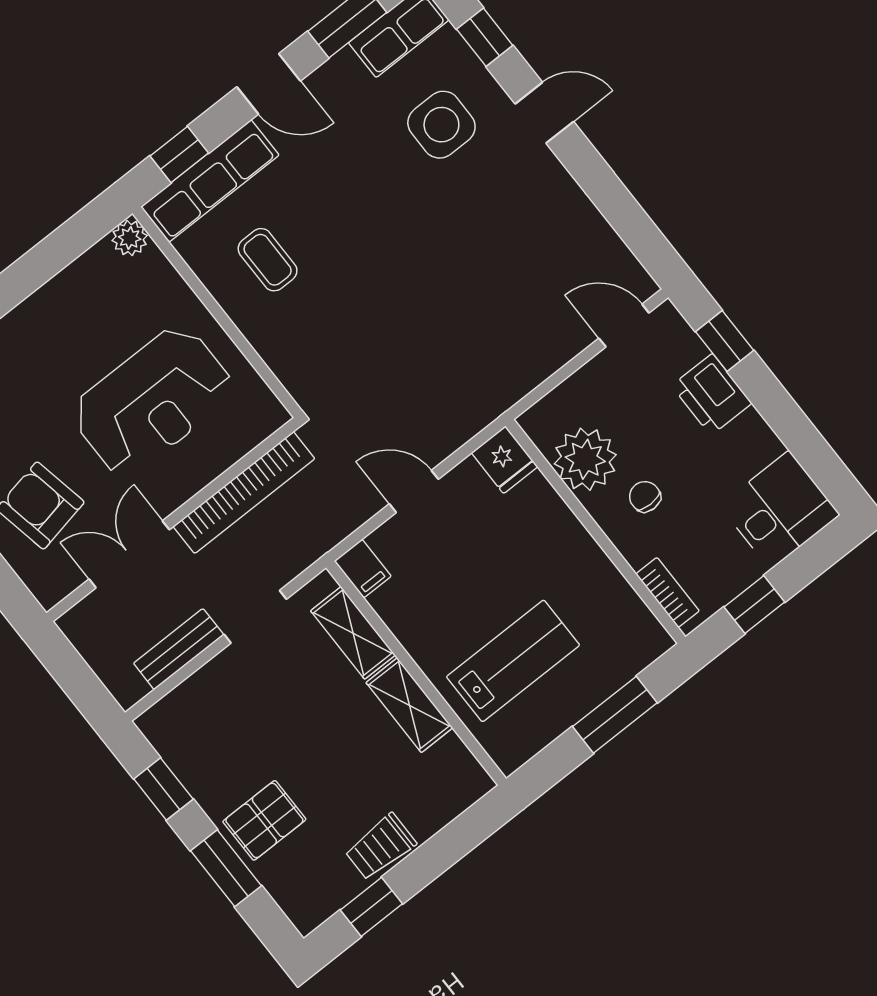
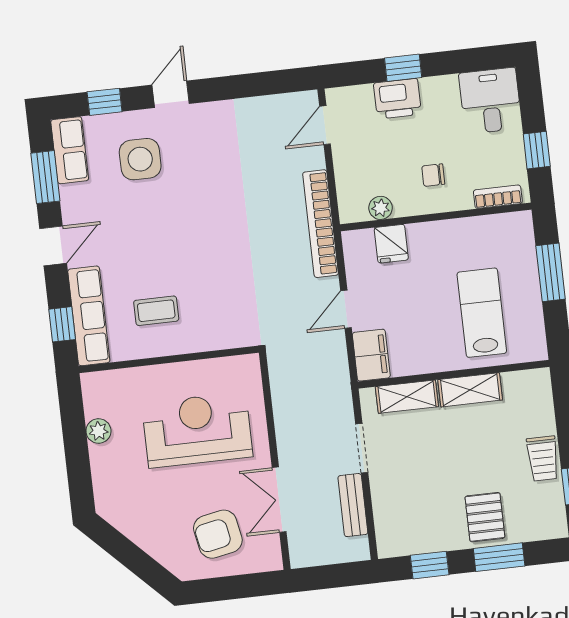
plant: (130, 238) -> (98, 431), moved
window: (725, 341) -> (403, 68), moved
reception desk: (153, 401) -> (197, 430), turned -90
plant: (585, 459) -> (381, 208), width x0.53, depth x0.53
fridge: (504, 460) -> (391, 244), moved, turned 90
bookcase: (244, 493) -> (320, 224), moved, turned 180
filing cabinet: (363, 569) -> (371, 355), width x2.00

